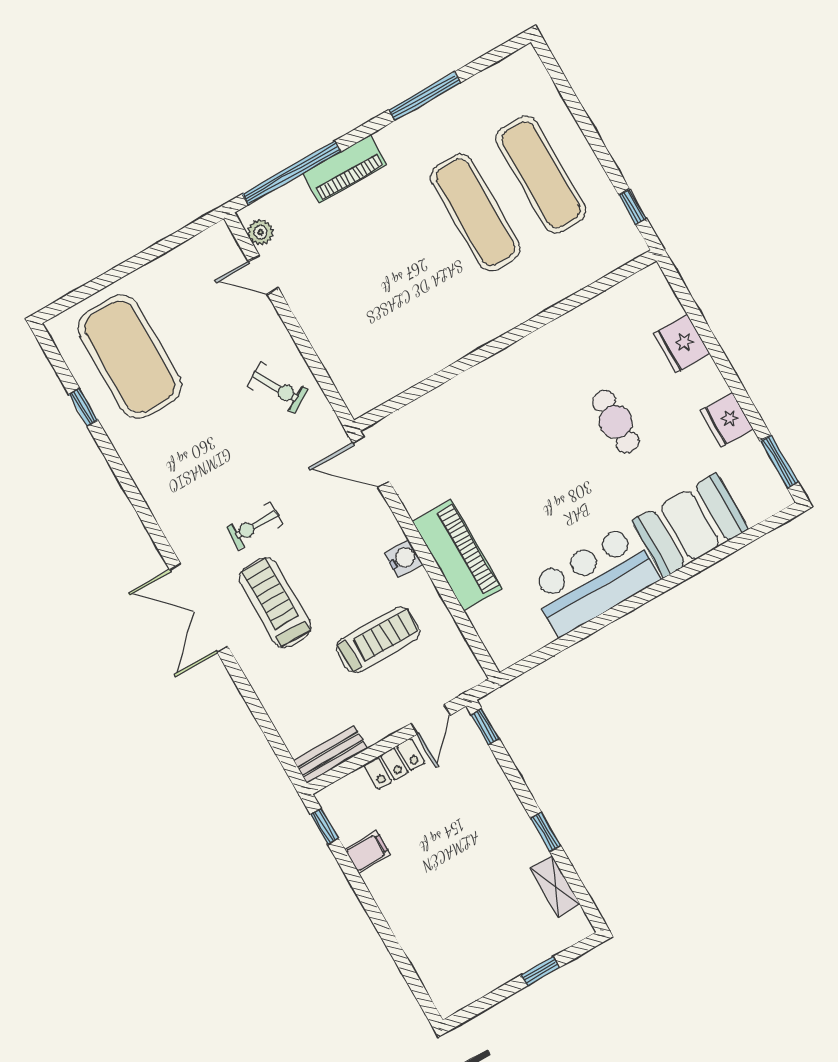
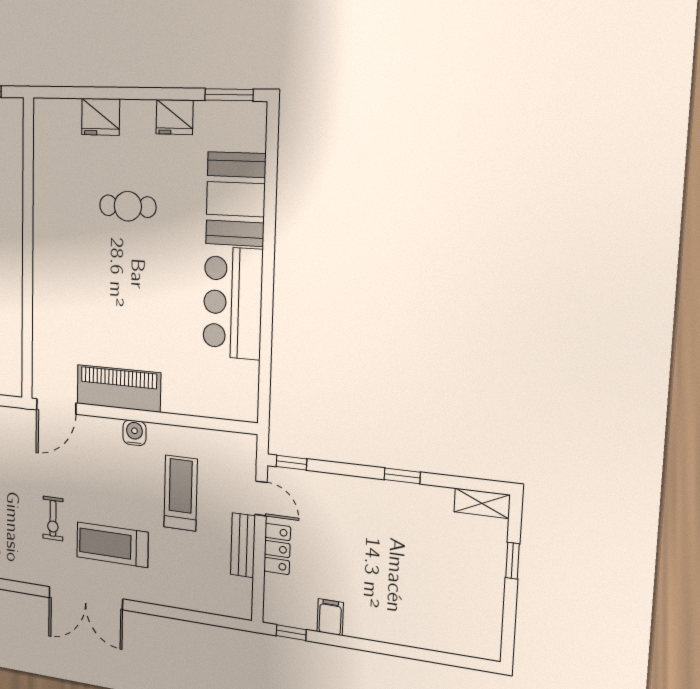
piano: (457, 555) -> (119, 388), moved
bench: (330, 754) -> (243, 545), moved
shelving: (555, 886) -> (482, 503), moved

